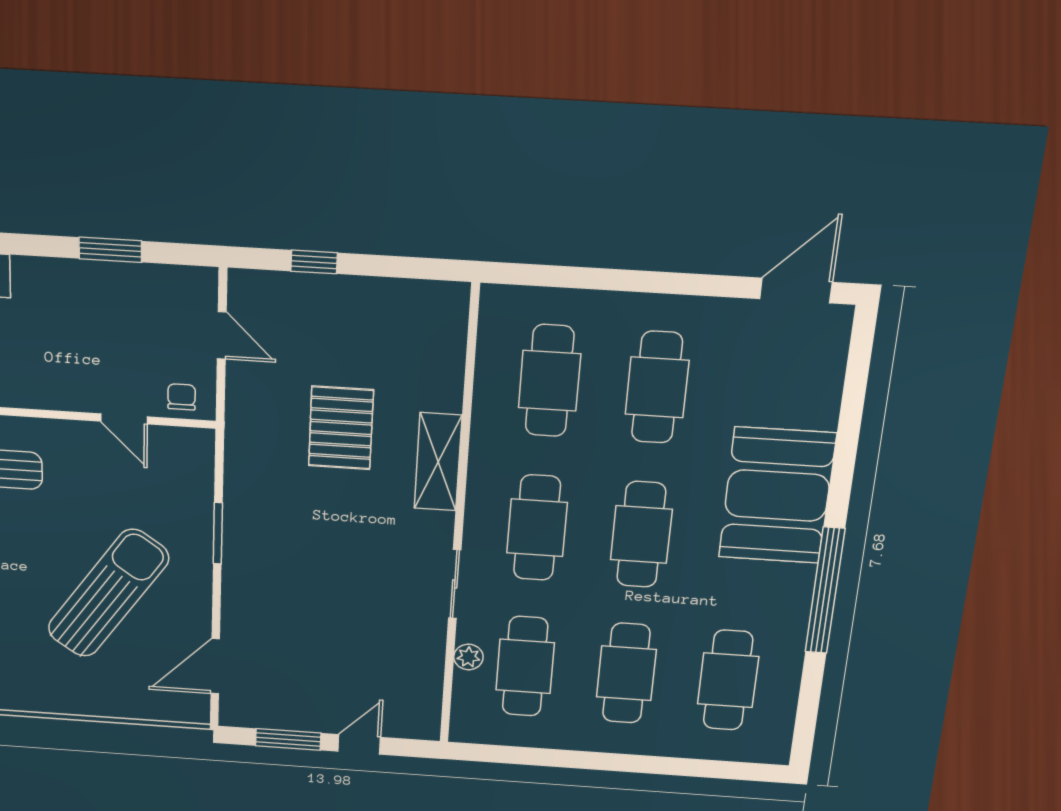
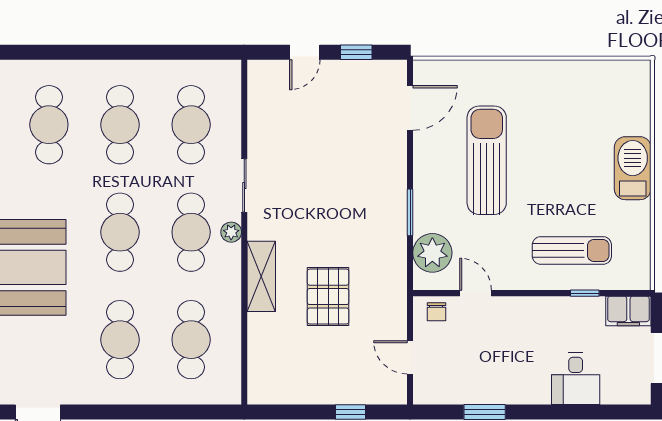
plant: (186, 477) -> (432, 253), added
sun lounger: (108, 593) -> (487, 160), turned 145
plant: (468, 657) -> (231, 232), moved
window: (288, 739) -> (356, 52), width x0.67

